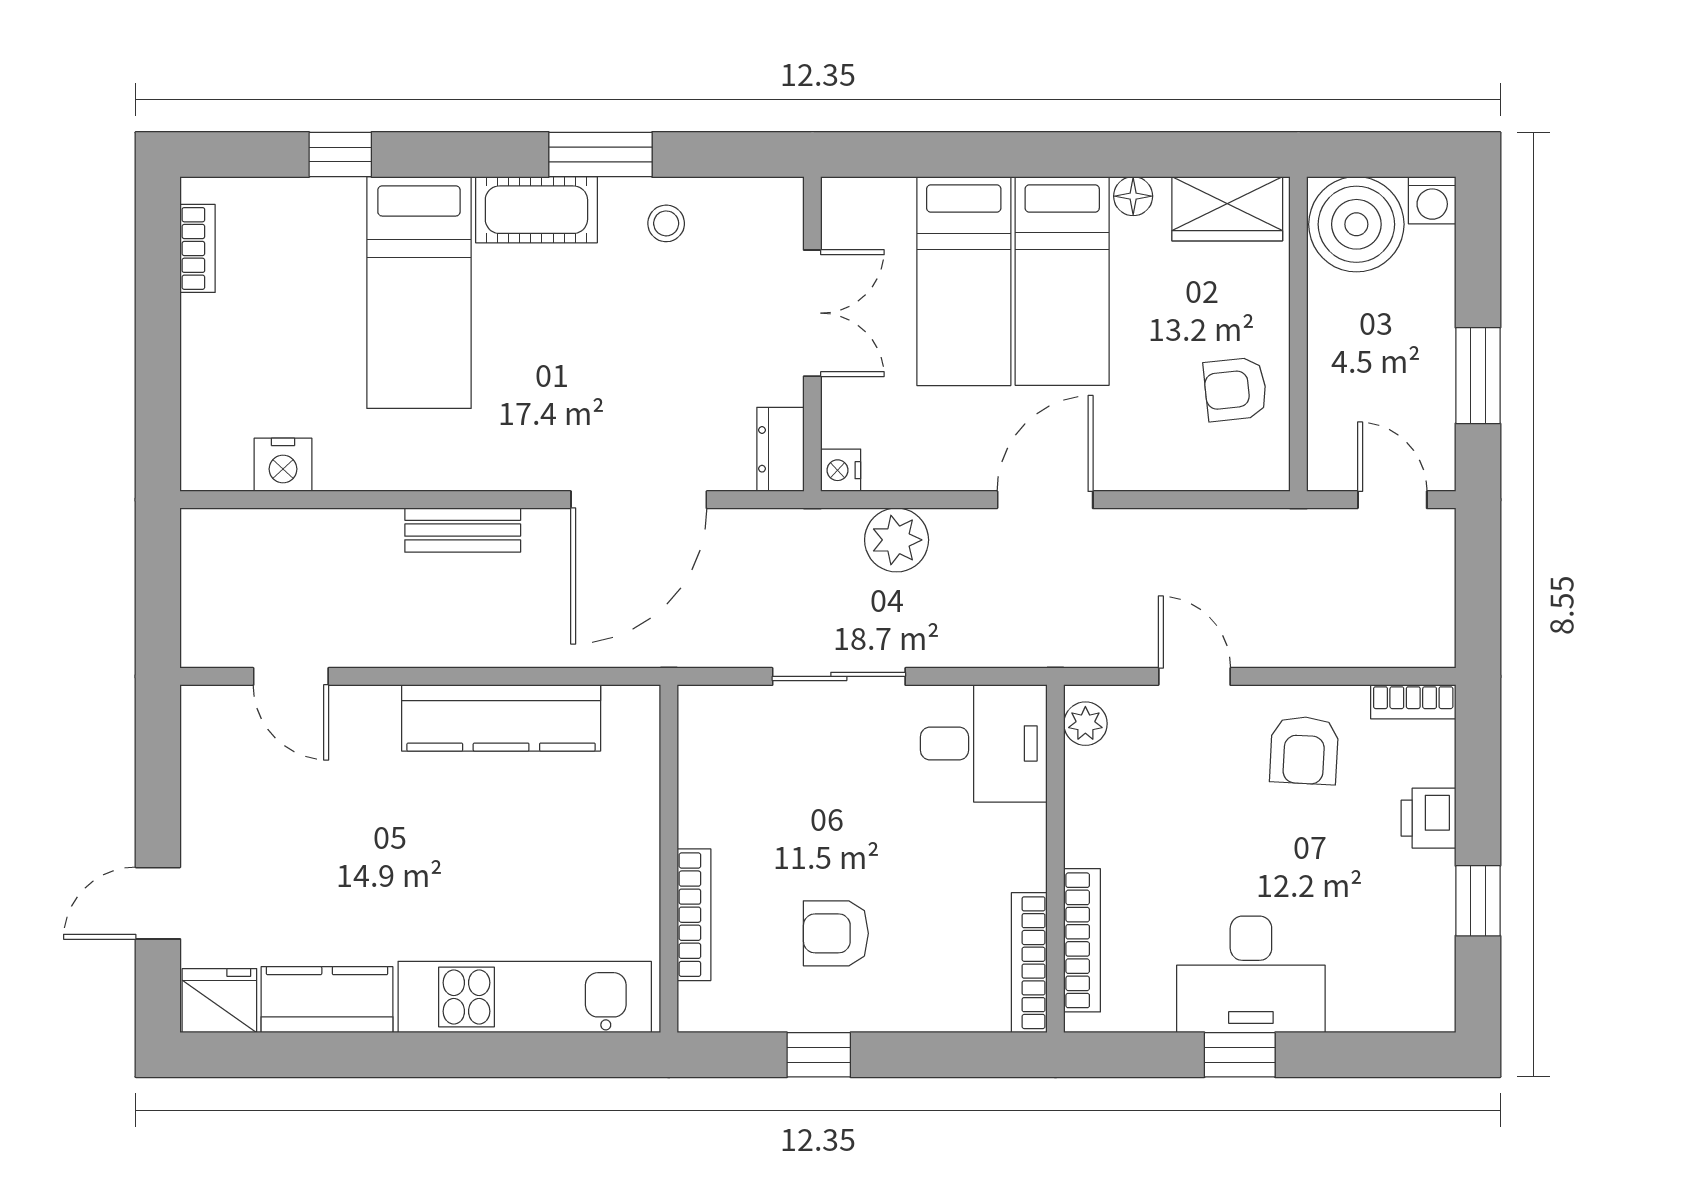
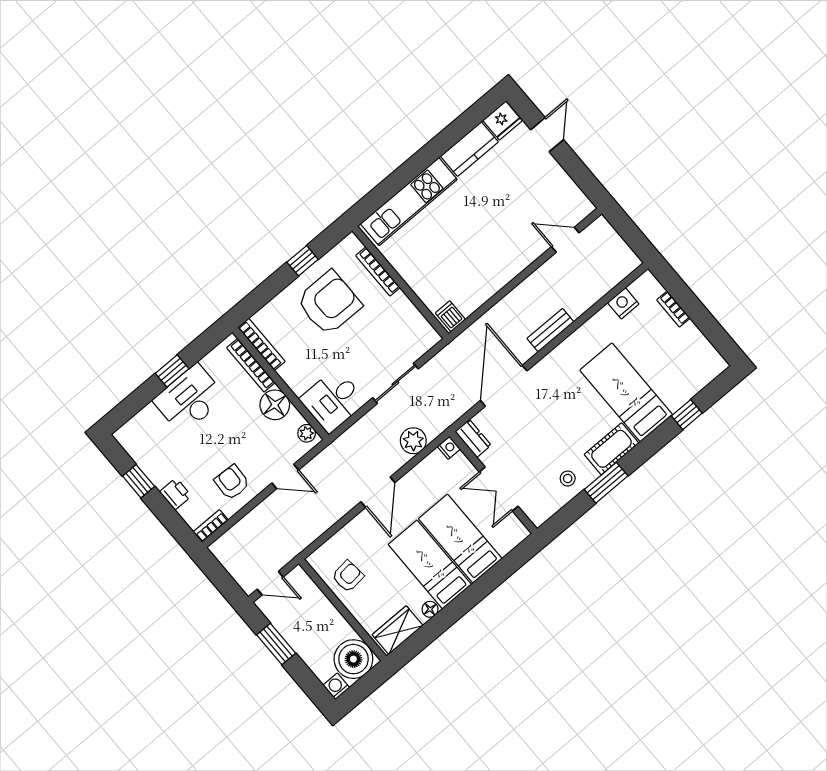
bookcase: (198, 248) -> (673, 309), moved
dishwasher: (629, 715) -> (450, 316), added
kitchen counter: (501, 718) -> (489, 282), removed
floor lamp: (1100, 828) -> (275, 405), added
armchair: (836, 933) -> (329, 303), width x1.88, depth x1.88

